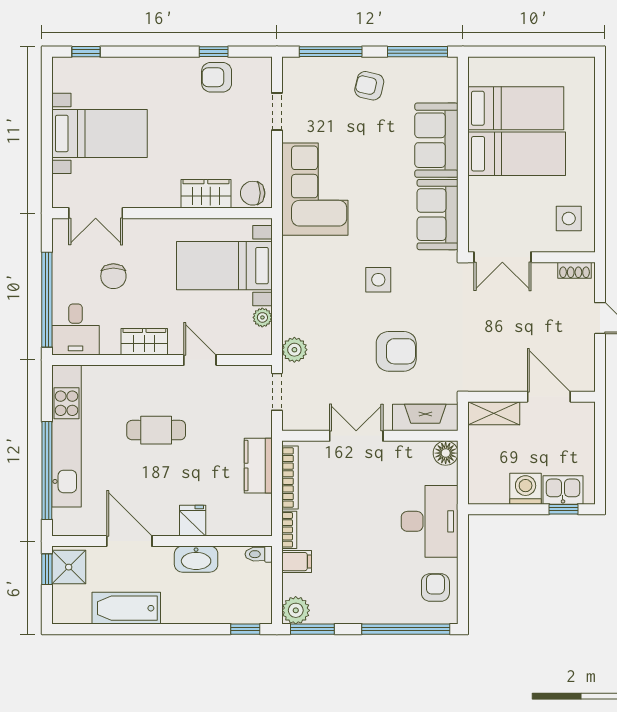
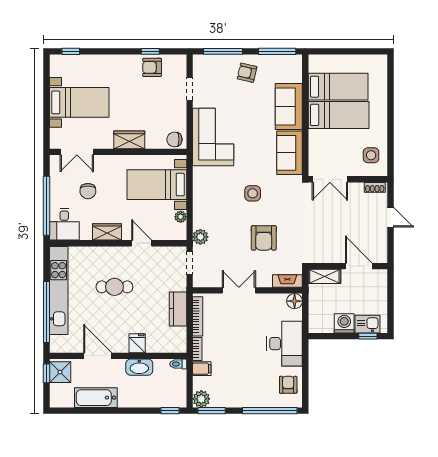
wardrobe: (206, 194) -> (129, 140), moved
armchair: (396, 351) -> (264, 238), turned 90
fireplace: (425, 417) -> (287, 281), width x0.73, depth x0.76

